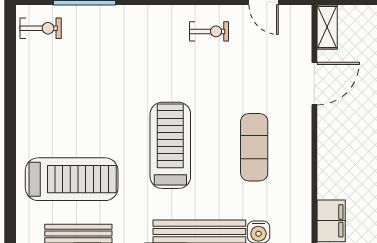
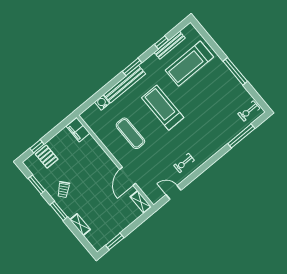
window: (10, 108) -> (235, 71), added
treadmill: (170, 145) -> (163, 108), turned 180

